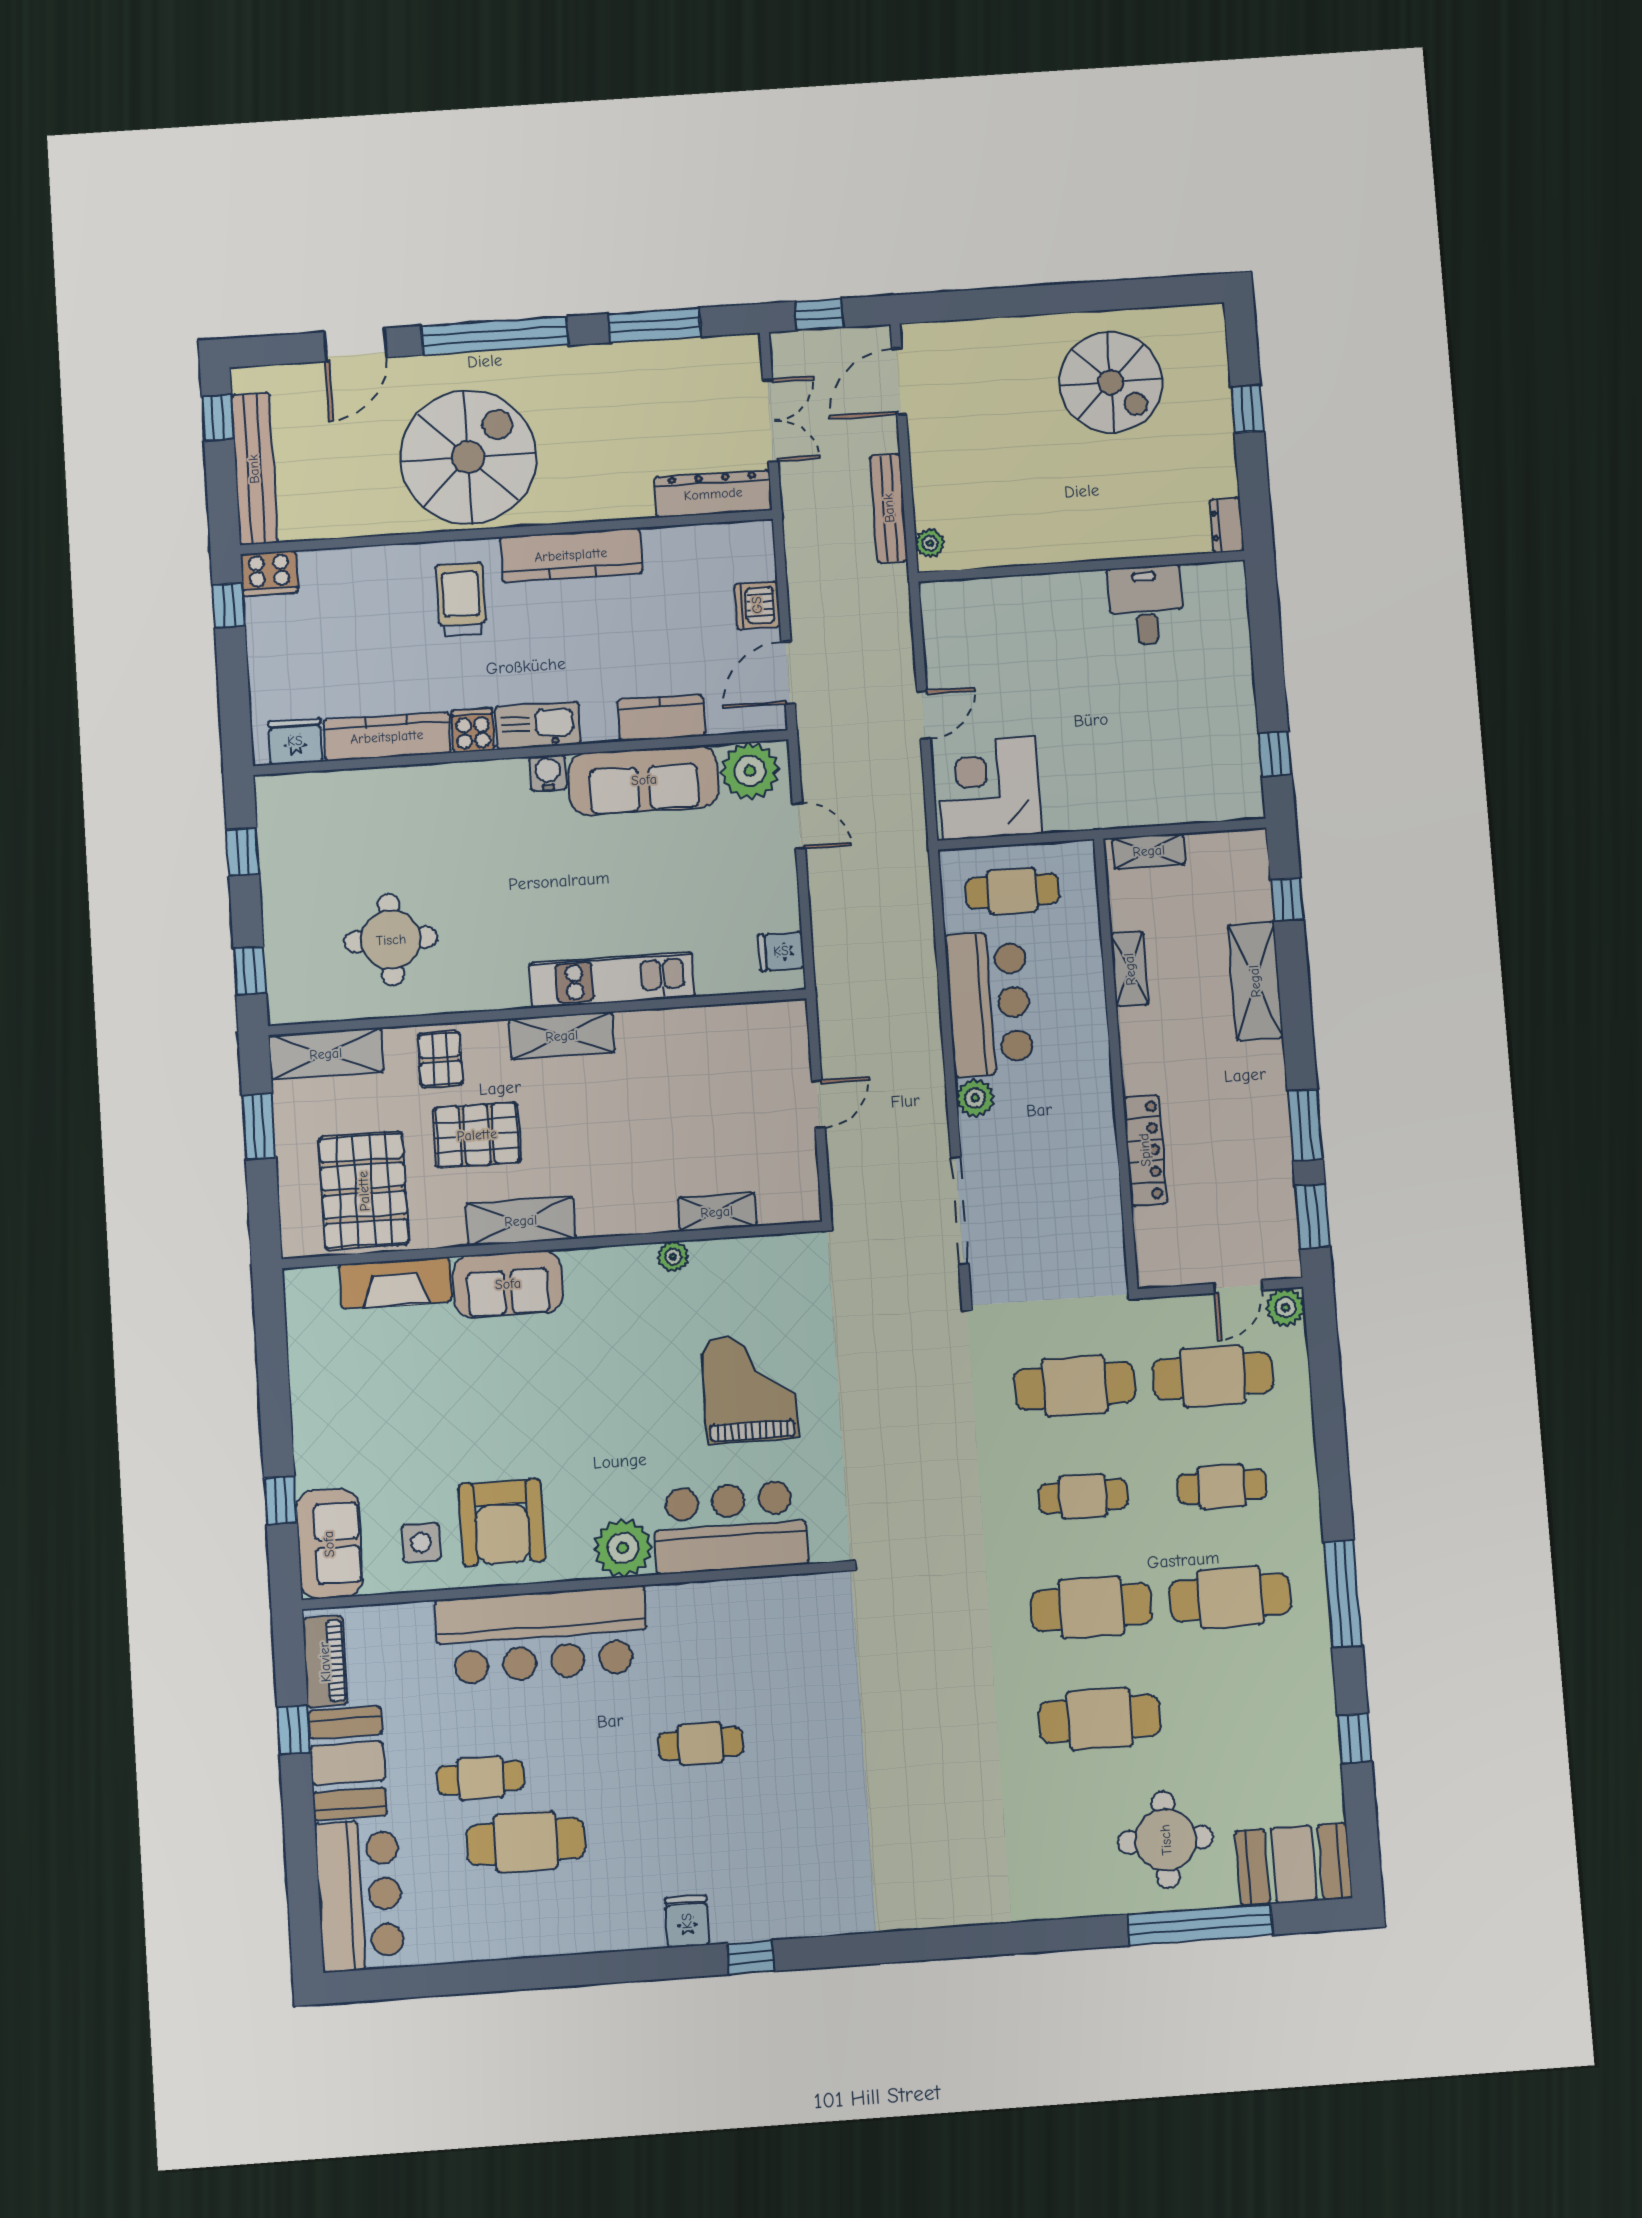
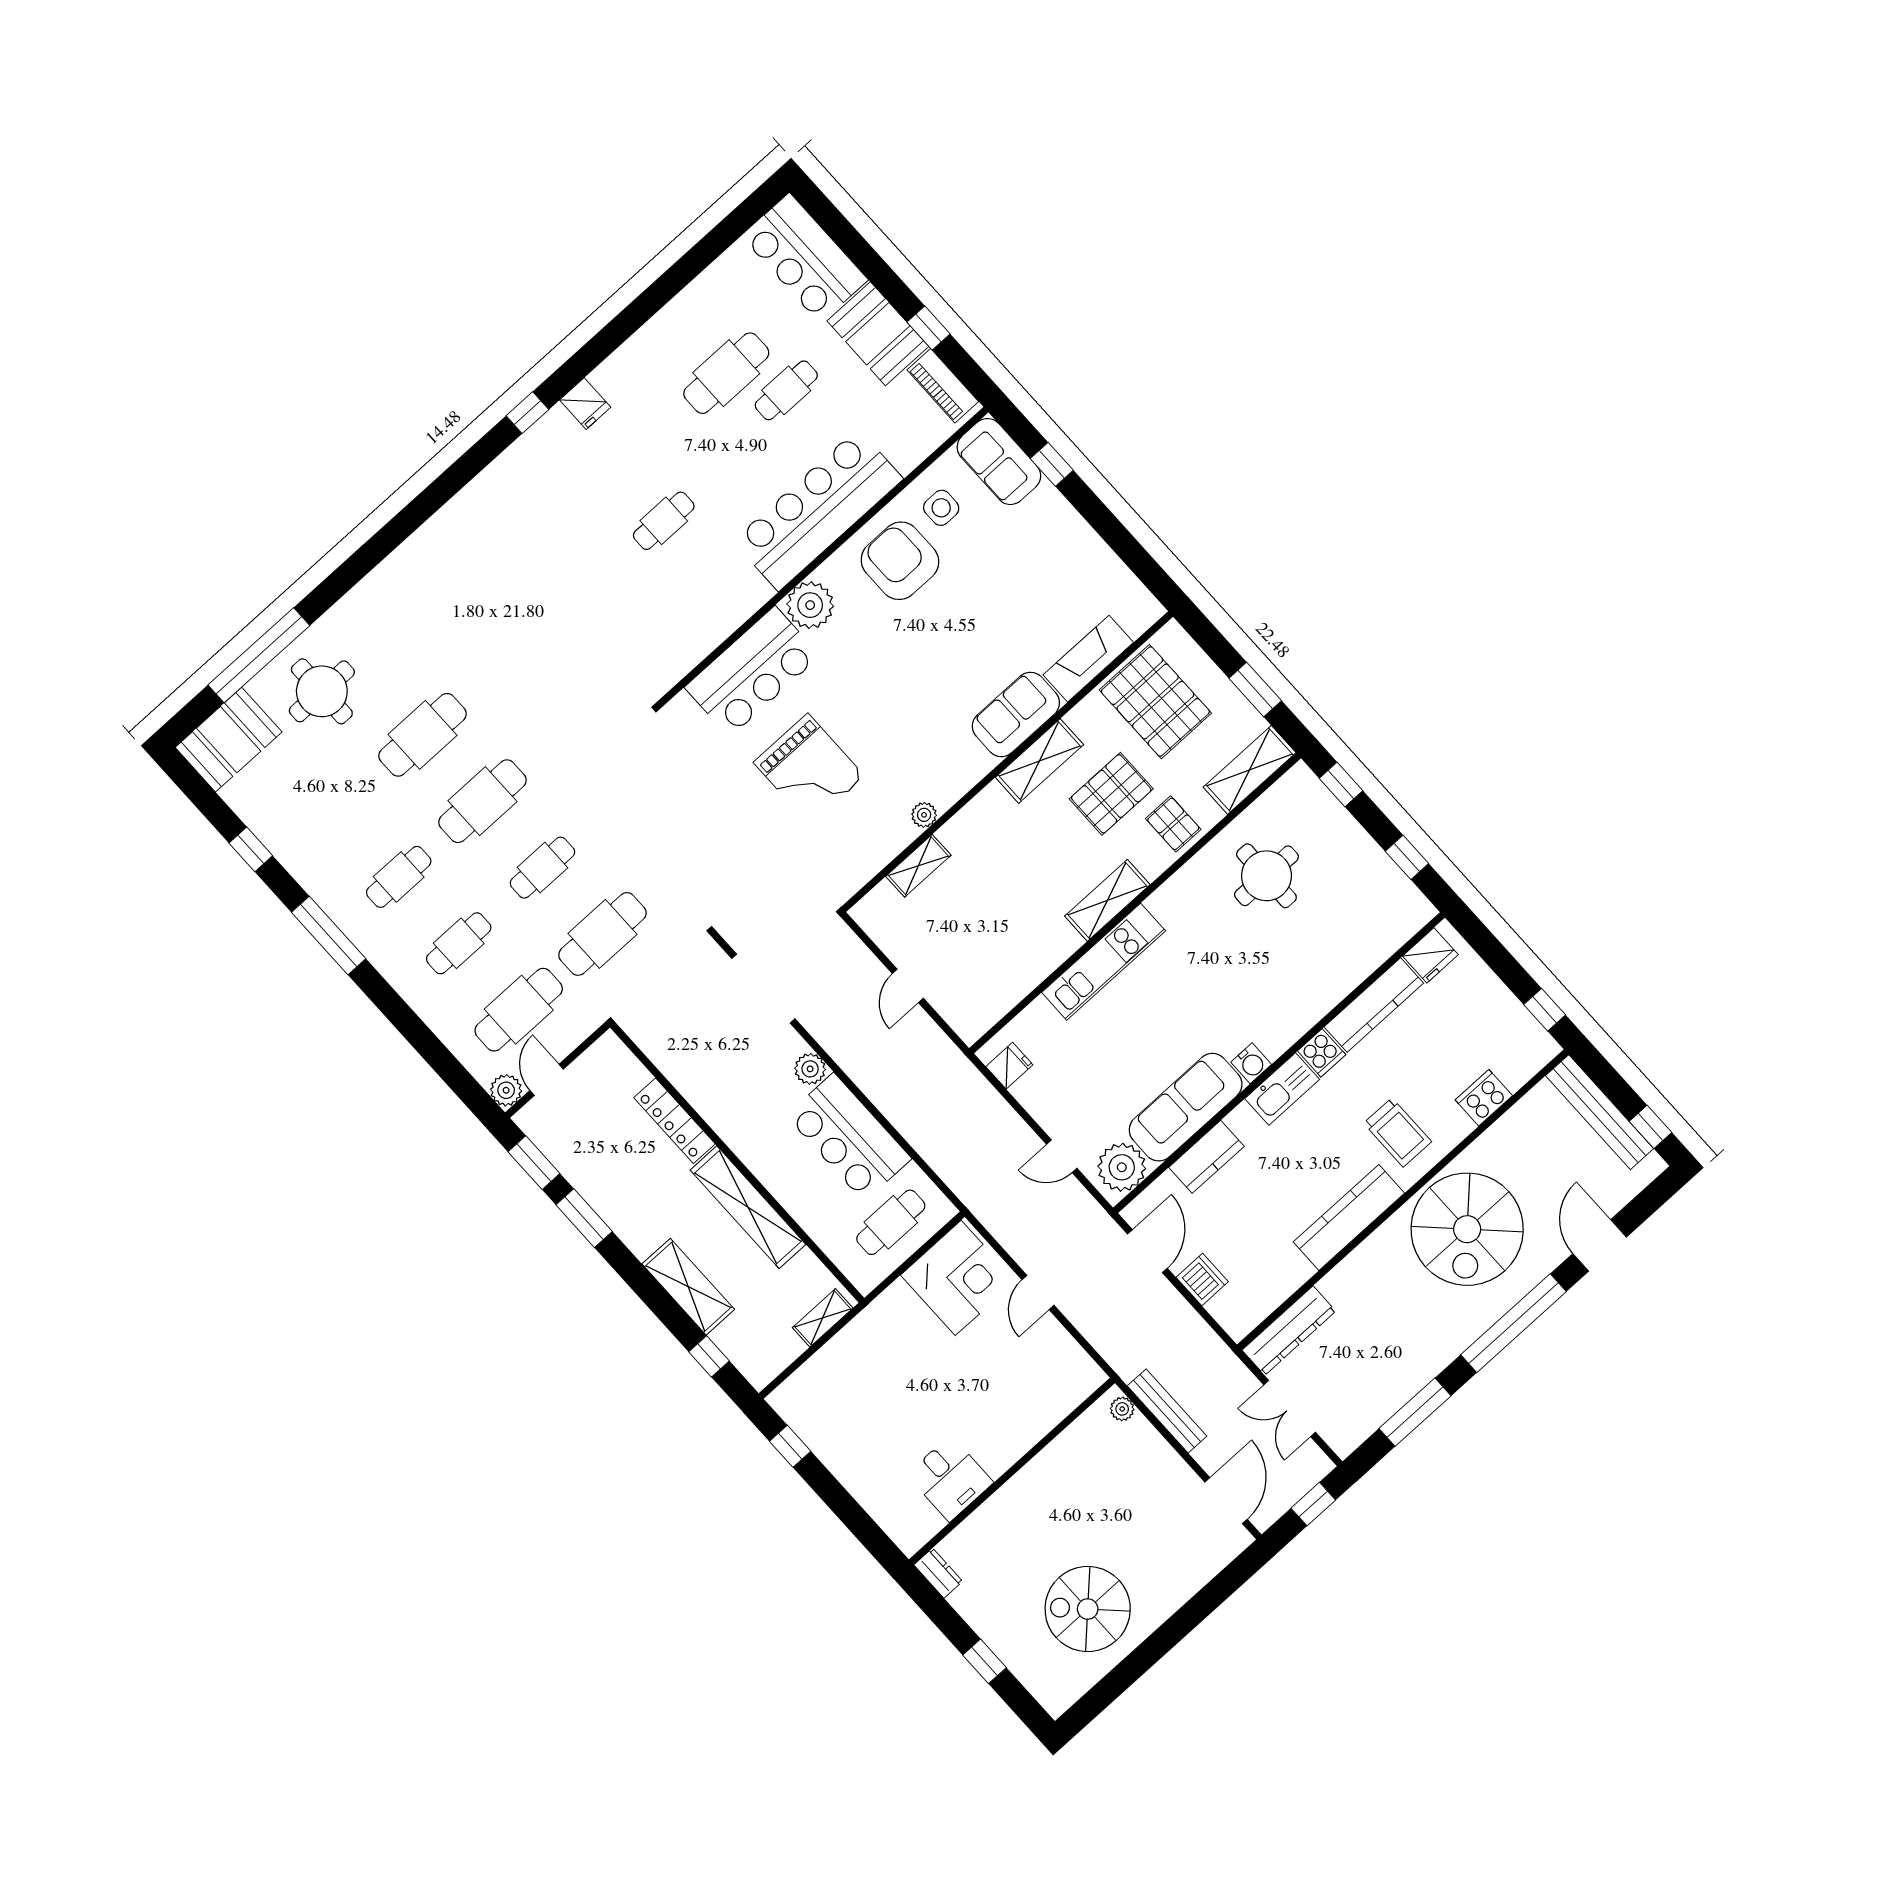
cooker: (269, 573) -> (1484, 1098), moved
shelving: (1130, 969) -> (748, 1207), width x2.20, depth x1.33
cafe table: (1230, 1597) -> (399, 877), width x0.73, depth x0.74

